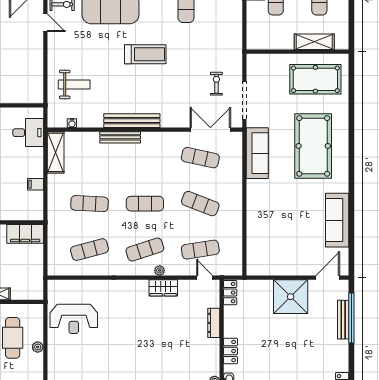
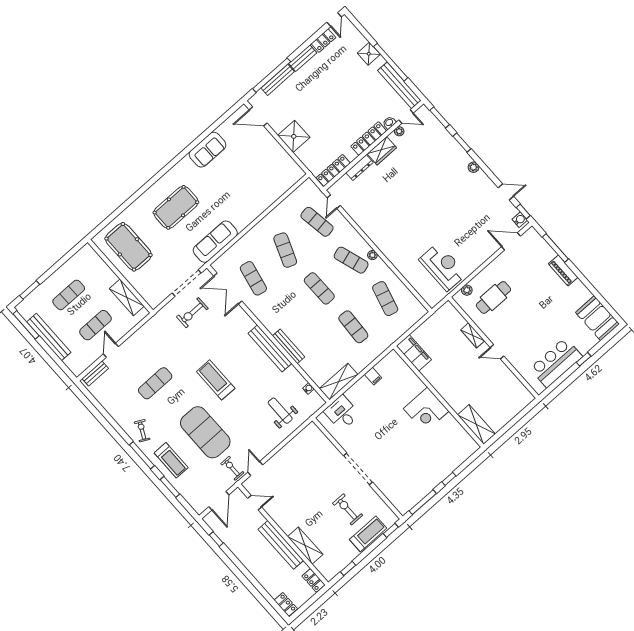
shelving: (314, 42) -> (127, 297), moved
exercise bike: (216, 84) -> (192, 313), width x1.38, depth x1.39
pool table: (313, 146) -> (176, 207), width x0.73, depth x0.76
sofa: (337, 220) -> (208, 150), width x0.73
exercise mat: (89, 250) -> (385, 299), turned 30
plant: (160, 270) -> (372, 255), moved
wardrobe: (163, 288) -> (382, 151), moved, turned 90
locker: (230, 293) -> (333, 171), width x1.53
shower: (291, 297) -> (294, 136), width x0.73, depth x0.73
plant: (38, 347) -> (467, 290), moved
locker: (230, 351) -> (369, 139), width x1.53
bench: (343, 355) -> (303, 58), added

